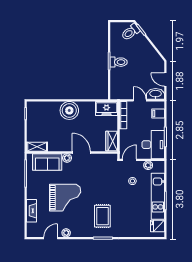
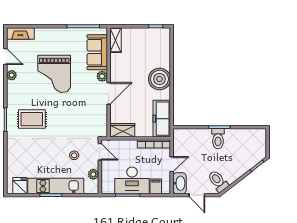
toilet: (130, 32) -> (218, 181), moved
door: (165, 80) -> (197, 195), swing flipped
freezer: (106, 109) -> (162, 119), width x1.40
desk: (153, 145) -> (132, 180), moved
fireplace: (32, 211) -> (20, 33), moved

